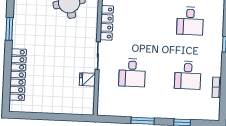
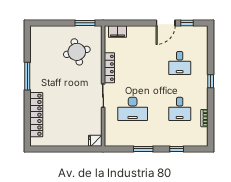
window: (9, 29) -> (27, 76), width x1.44
desk: (132, 73) -> (133, 109), width x1.37
fridge: (87, 79) -> (95, 141), moved

